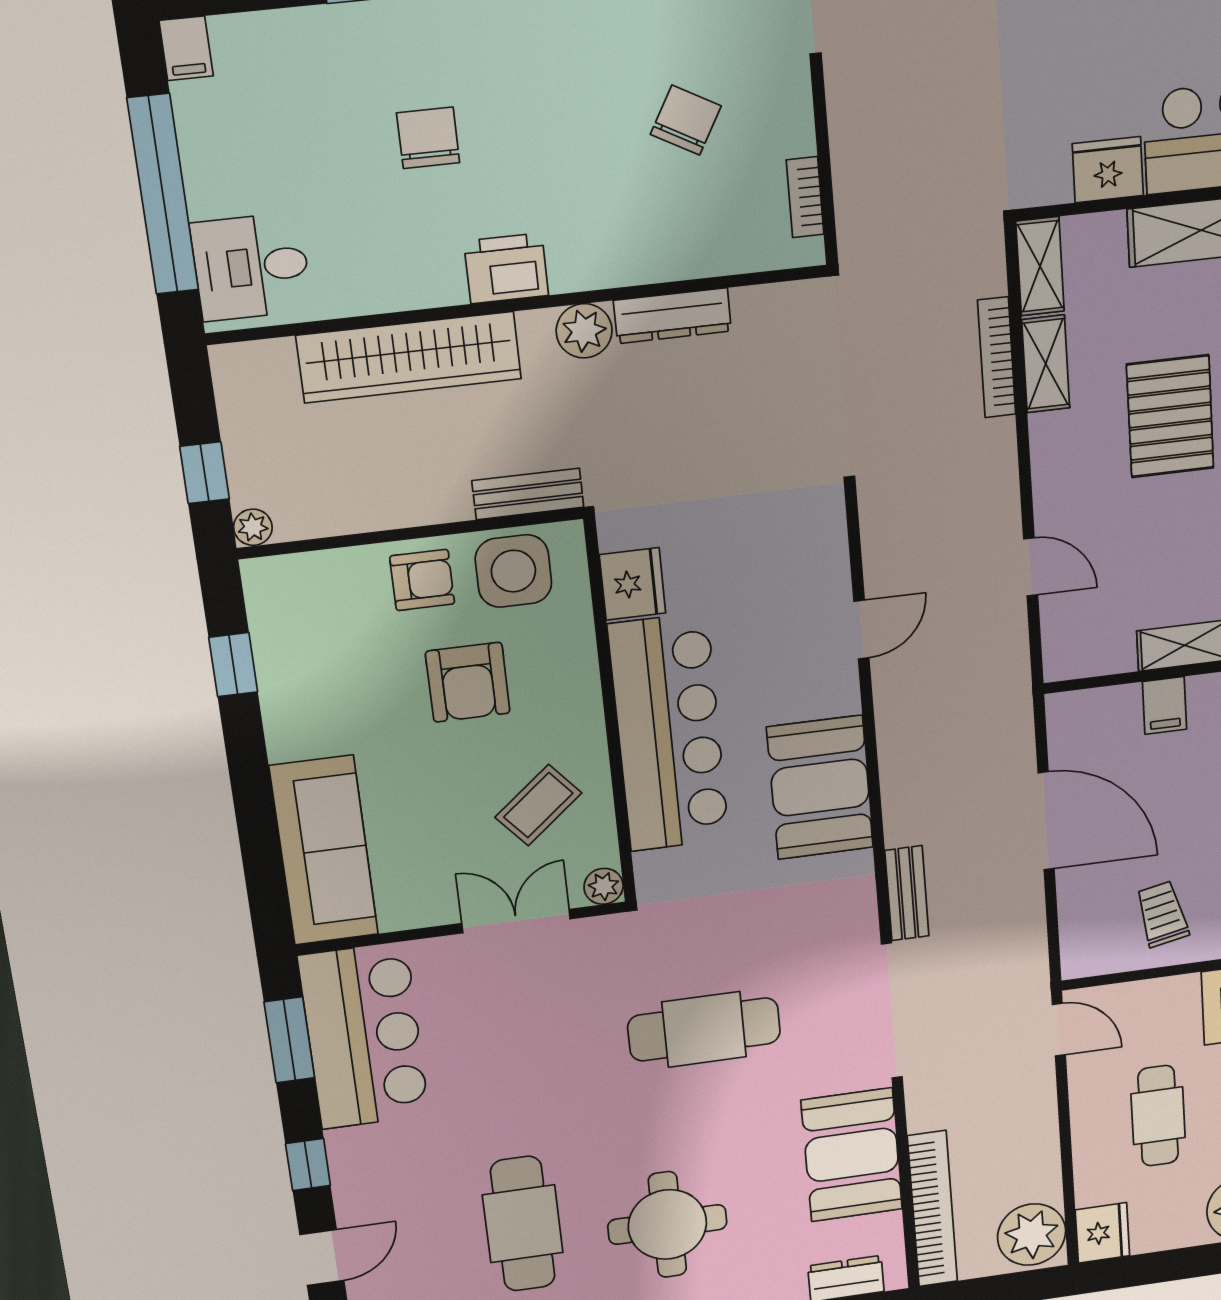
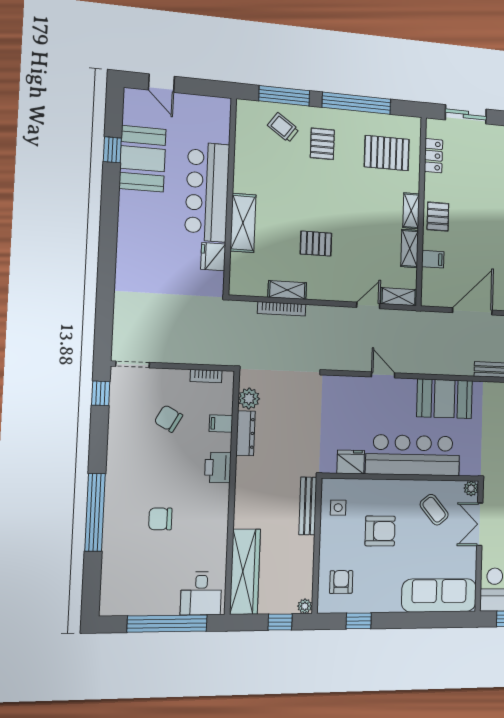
filing cabinet: (186, 48) -> (221, 424), moved, turned 180
shelving: (1040, 266) -> (399, 297), moved
printer: (506, 268) -> (218, 467), moved
plant: (584, 331) -> (249, 399), moved
wardrobe: (409, 357) -> (245, 572), moved
pallet: (1170, 416) -> (316, 244), width x0.67, depth x0.71
bench: (528, 494) -> (308, 506), width x1.36
side table: (513, 571) -> (338, 508), width x0.54, depth x0.54
armchair: (422, 580) -> (341, 582), moved

